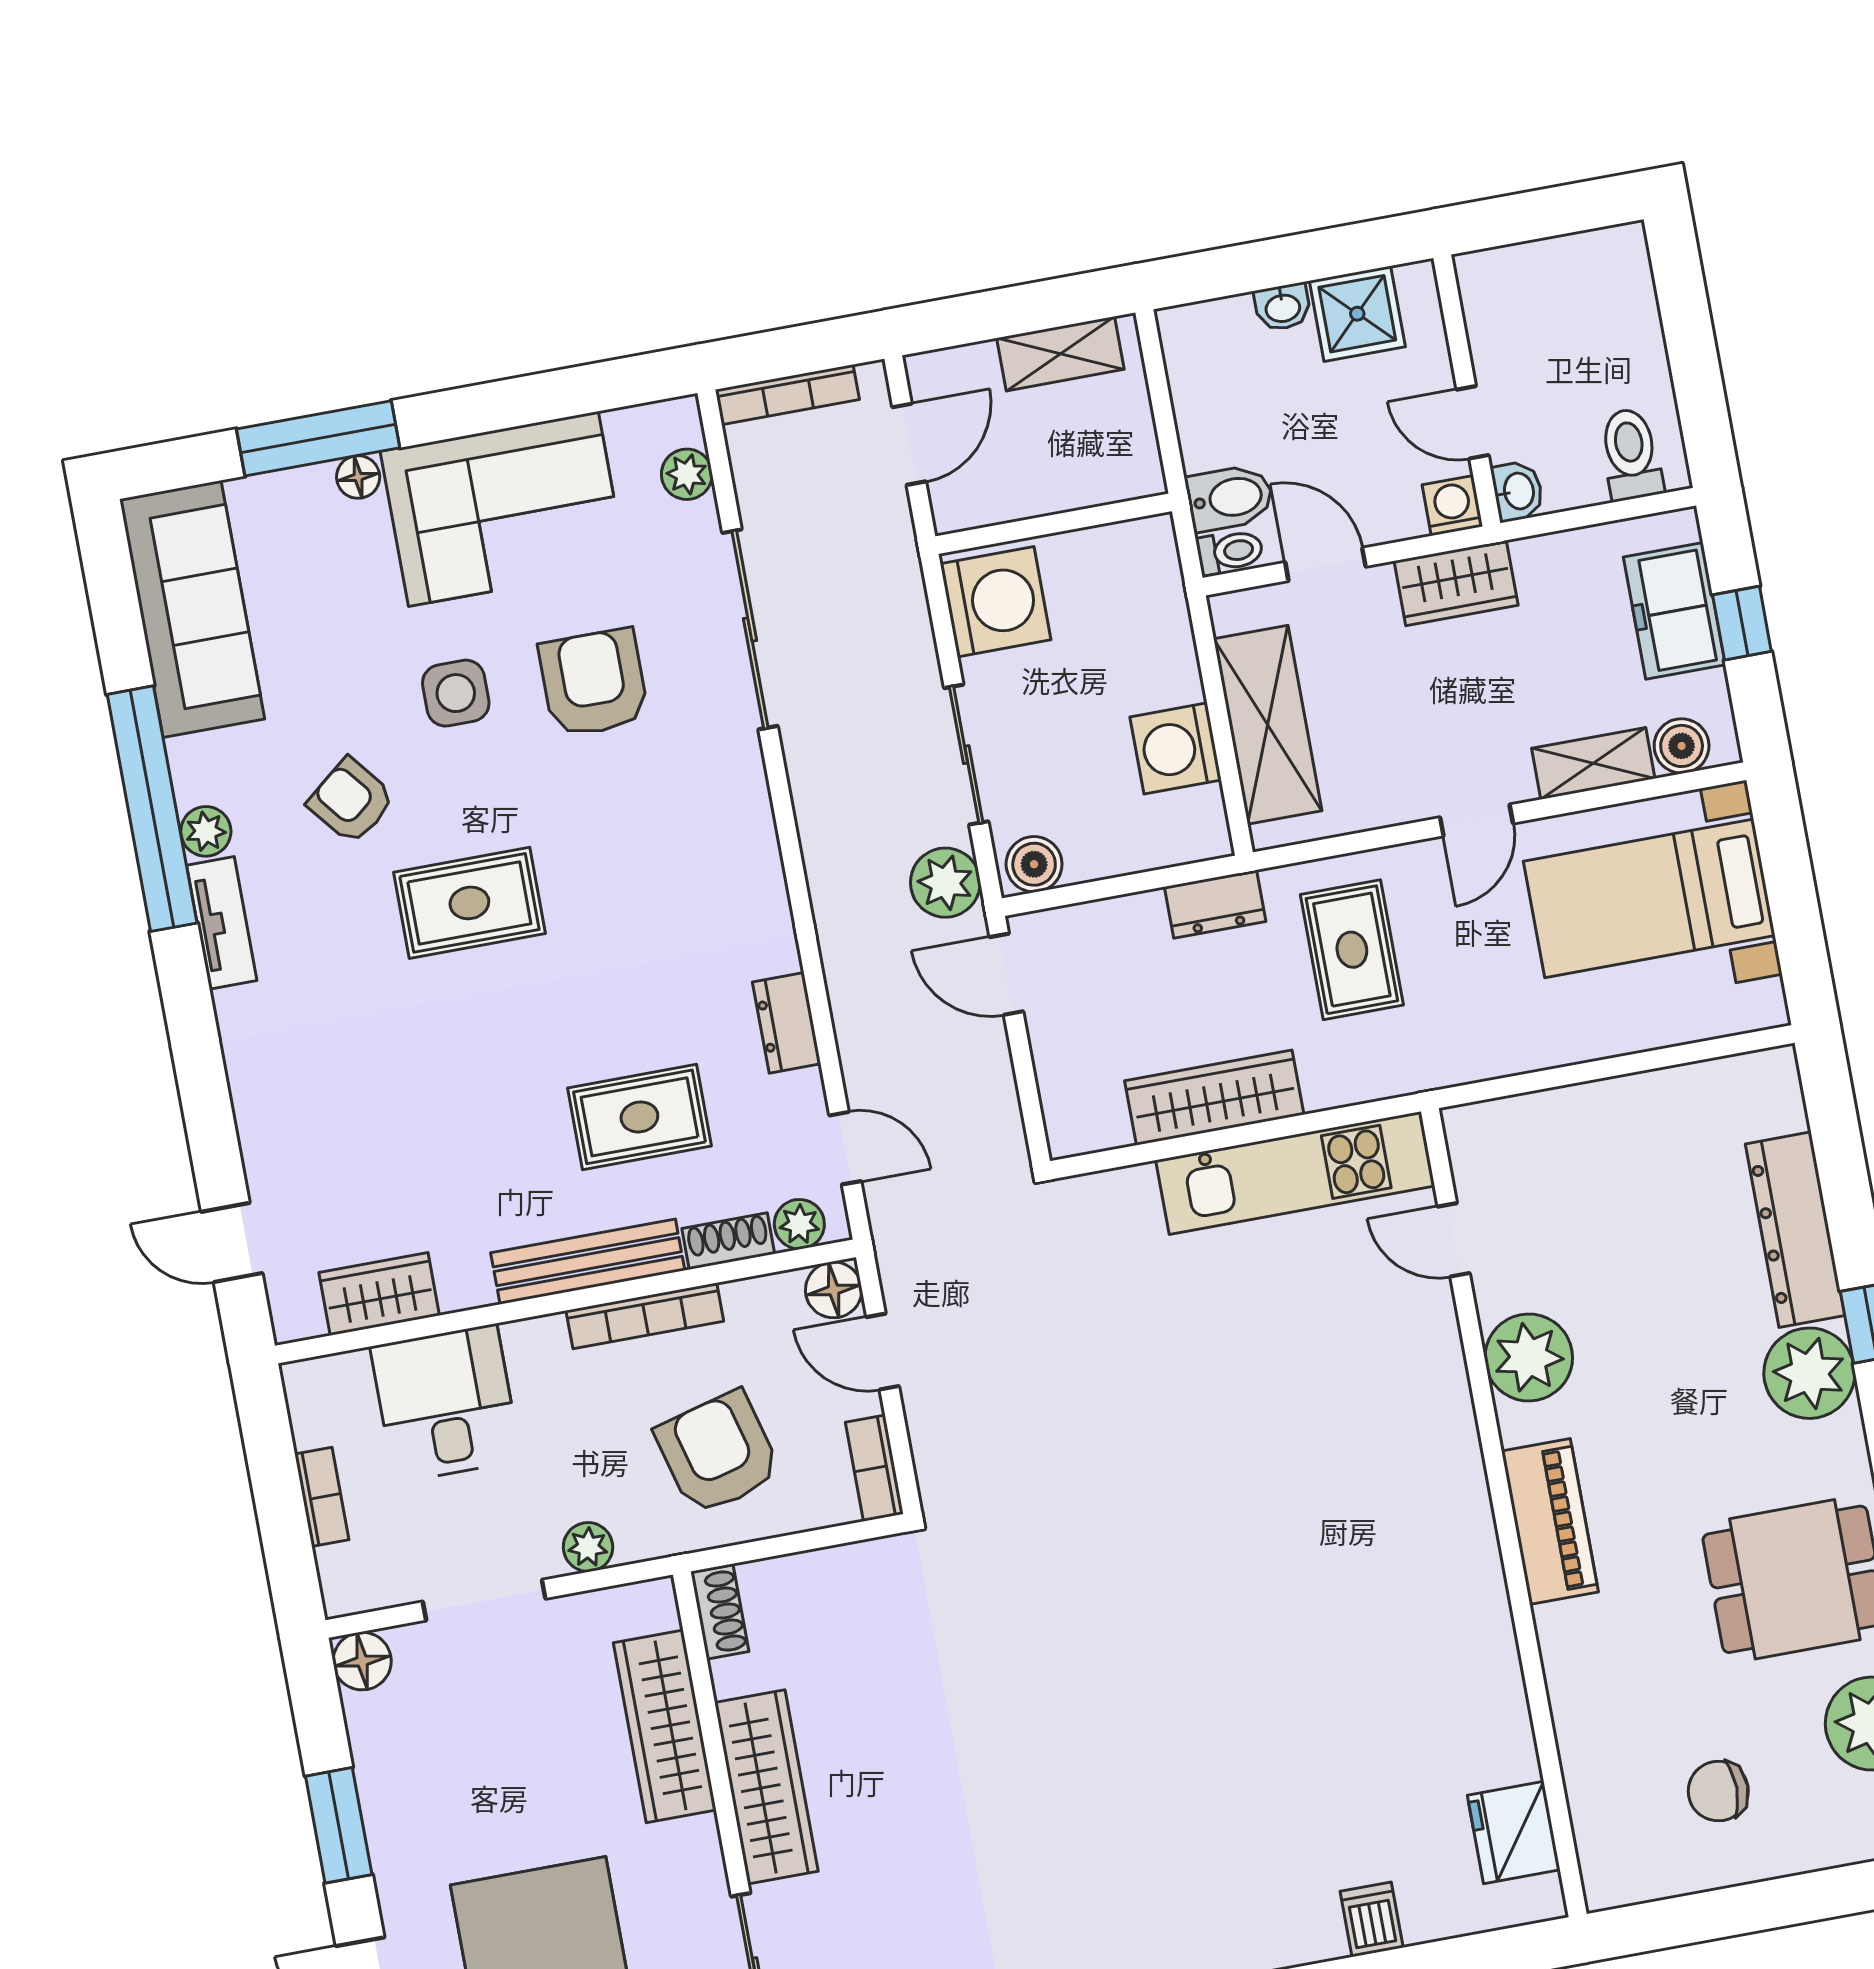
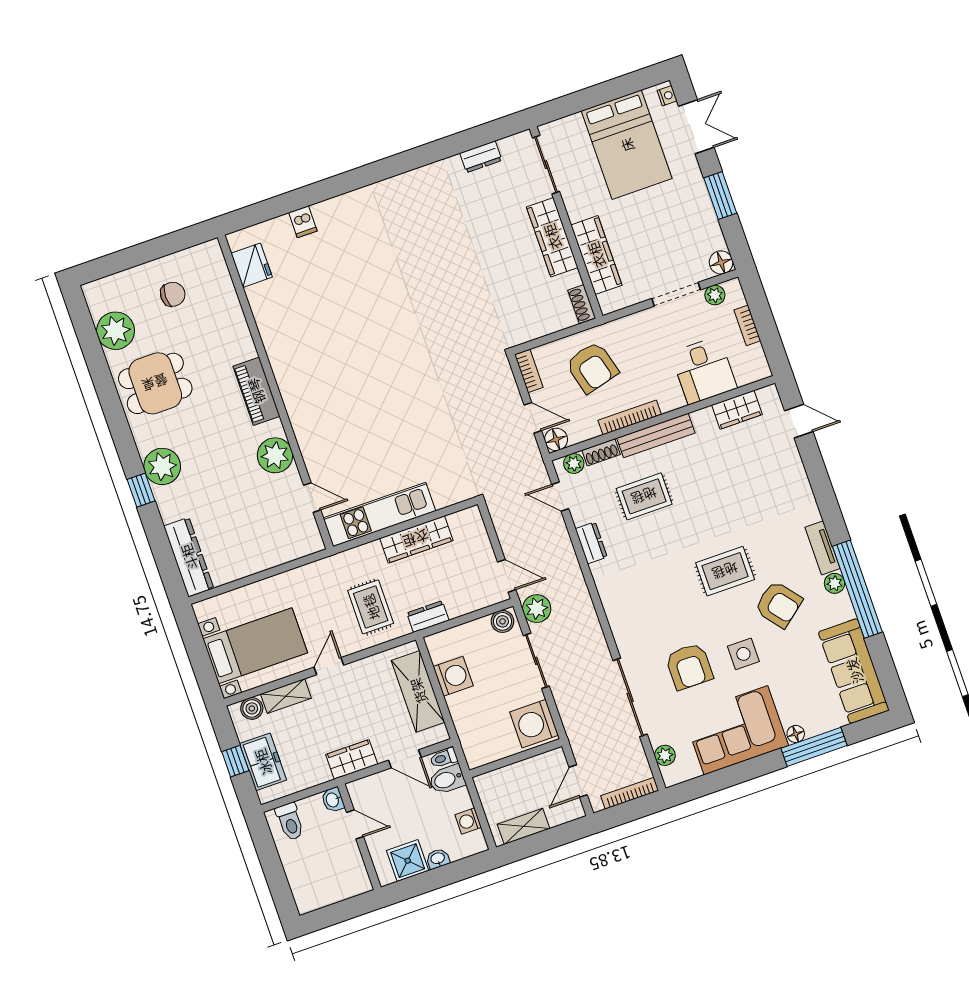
washing machine: (1452, 506) -> (468, 821), moved, turned 90
armchair: (351, 801) -> (778, 604), width x1.38, depth x1.38
dresser: (1795, 1230) -> (189, 557), moved
plant: (588, 1547) -> (715, 295), moved

